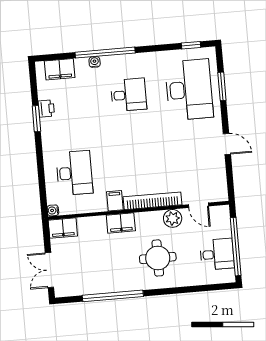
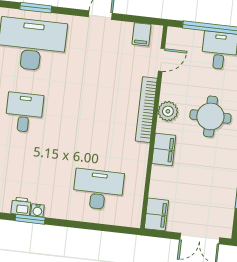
filing cabinet: (115, 201) -> (142, 34), moved, turned -90
water cooler: (53, 210) -> (37, 210), moved
plant: (173, 218) -> (168, 111), moved

